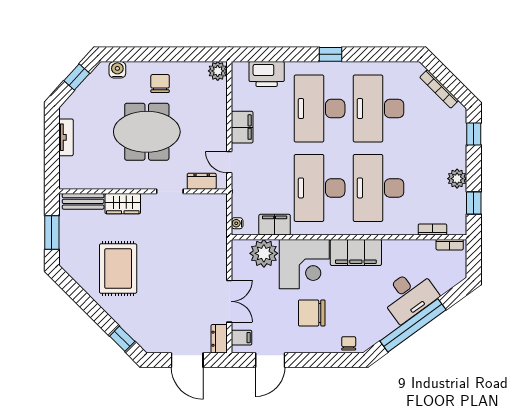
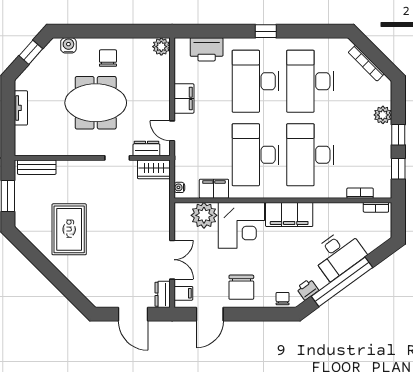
window: (474, 134) -> (398, 135), moved
plant: (457, 179) -> (383, 115), moved
wardrobe: (123, 204) -> (154, 169), moved
chair: (312, 313) -> (241, 287), moved, turned -90
printer: (376, 333) -> (307, 289), added
window: (122, 339) -> (73, 294), removed

